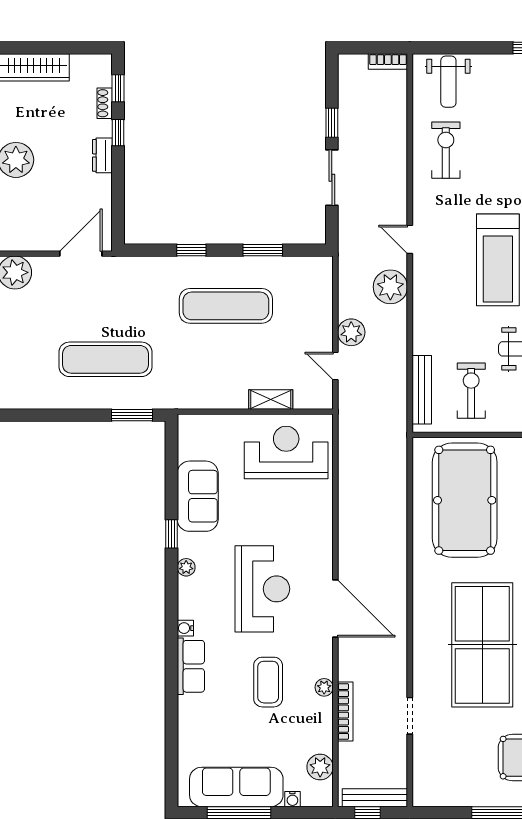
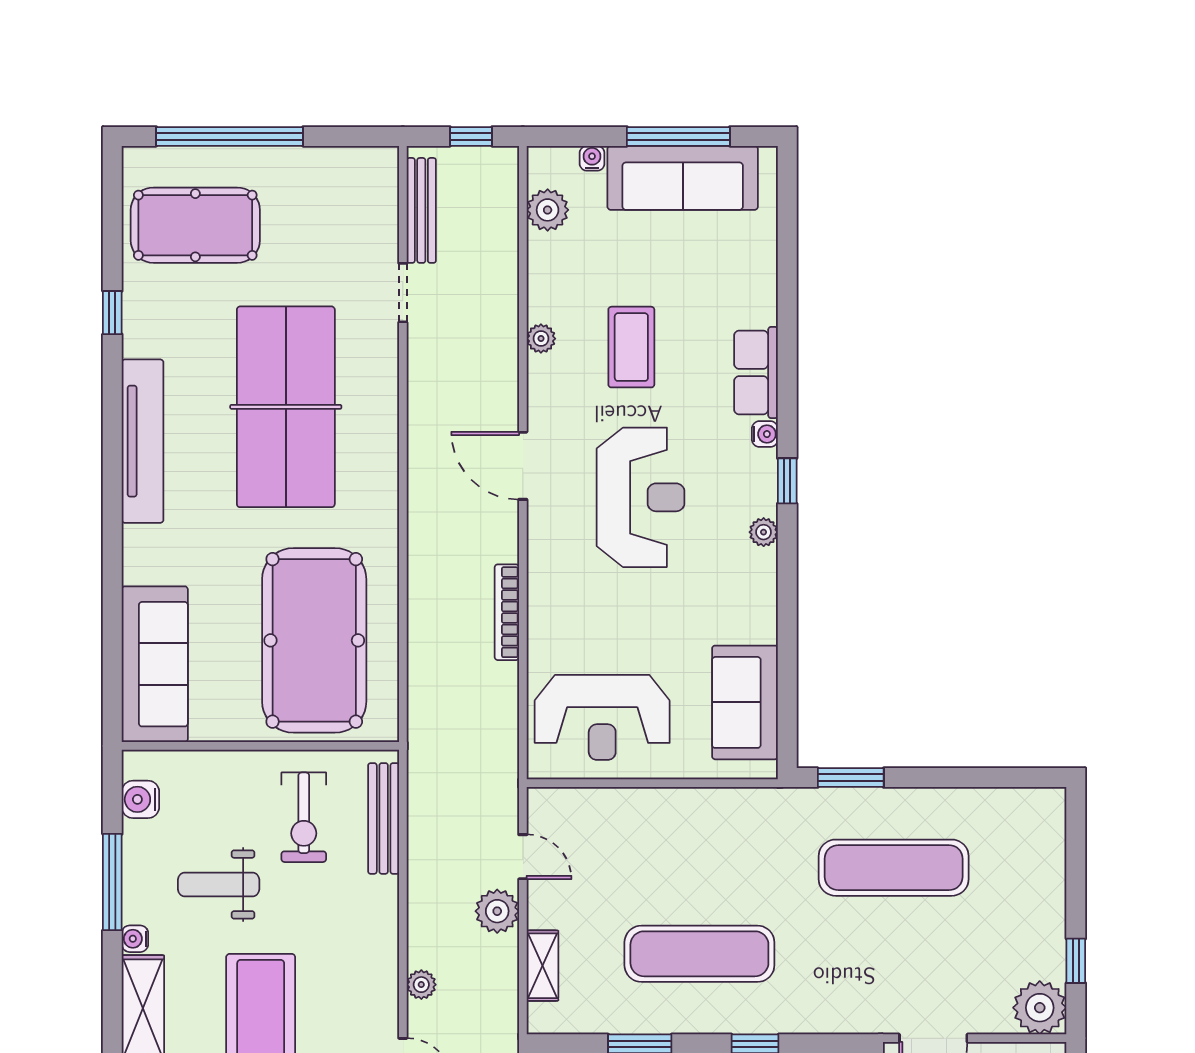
plant: (390, 287) -> (421, 985), width x0.53, depth x0.53
shelving: (271, 400) -> (542, 966), moved, turned 90
sofa: (198, 496) -> (745, 702), moved
window: (171, 534) -> (787, 481), moved
reception desk: (262, 589) -> (641, 497), turned 180
door: (335, 608) -> (523, 466), width x0.73
bookcase: (345, 711) -> (507, 612), moved
bench: (375, 798) -> (421, 210), moved, turned 90

